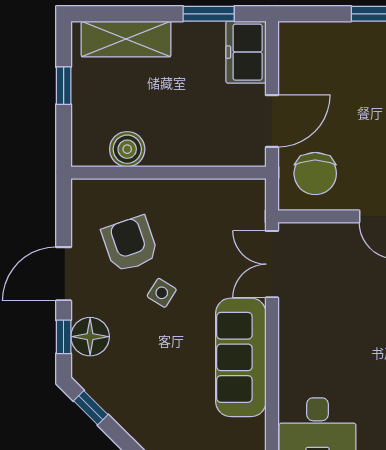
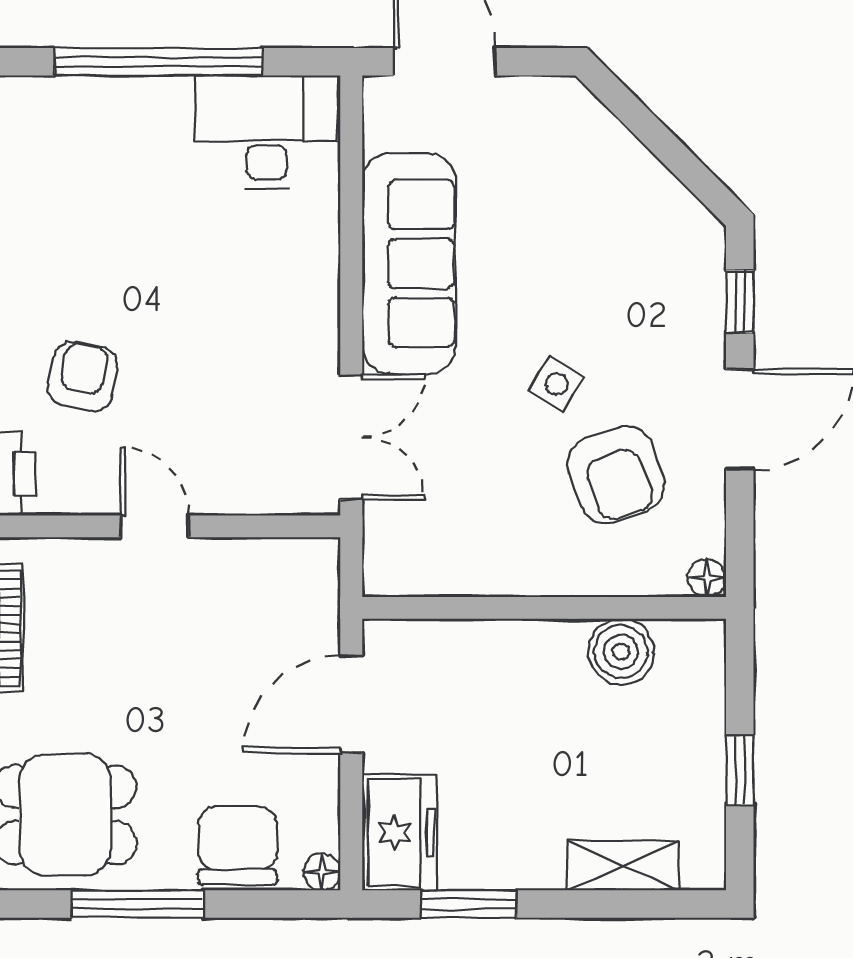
floor lamp: (288, 31) -> (322, 872), added
shelving: (126, 39) -> (623, 865), width x0.67, depth x0.75
chair: (315, 174) -> (238, 846), moved
floor lamp: (90, 337) -> (707, 578), moved, width x0.53, depth x0.53
window: (91, 408) -> (689, 170), removed

